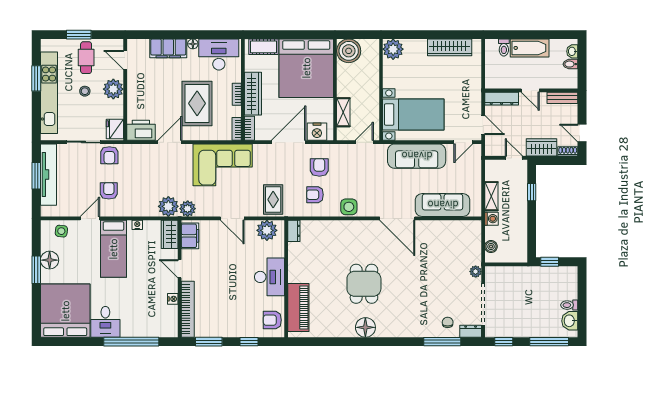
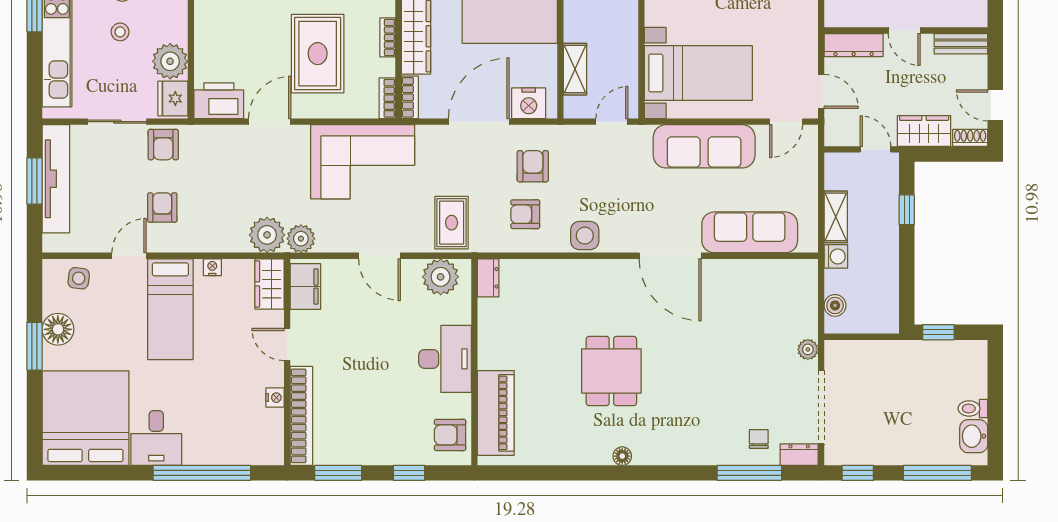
plant: (113, 89) -> (170, 61), moved
floor lamp: (365, 327) -> (622, 456), width x0.53, depth x0.53

